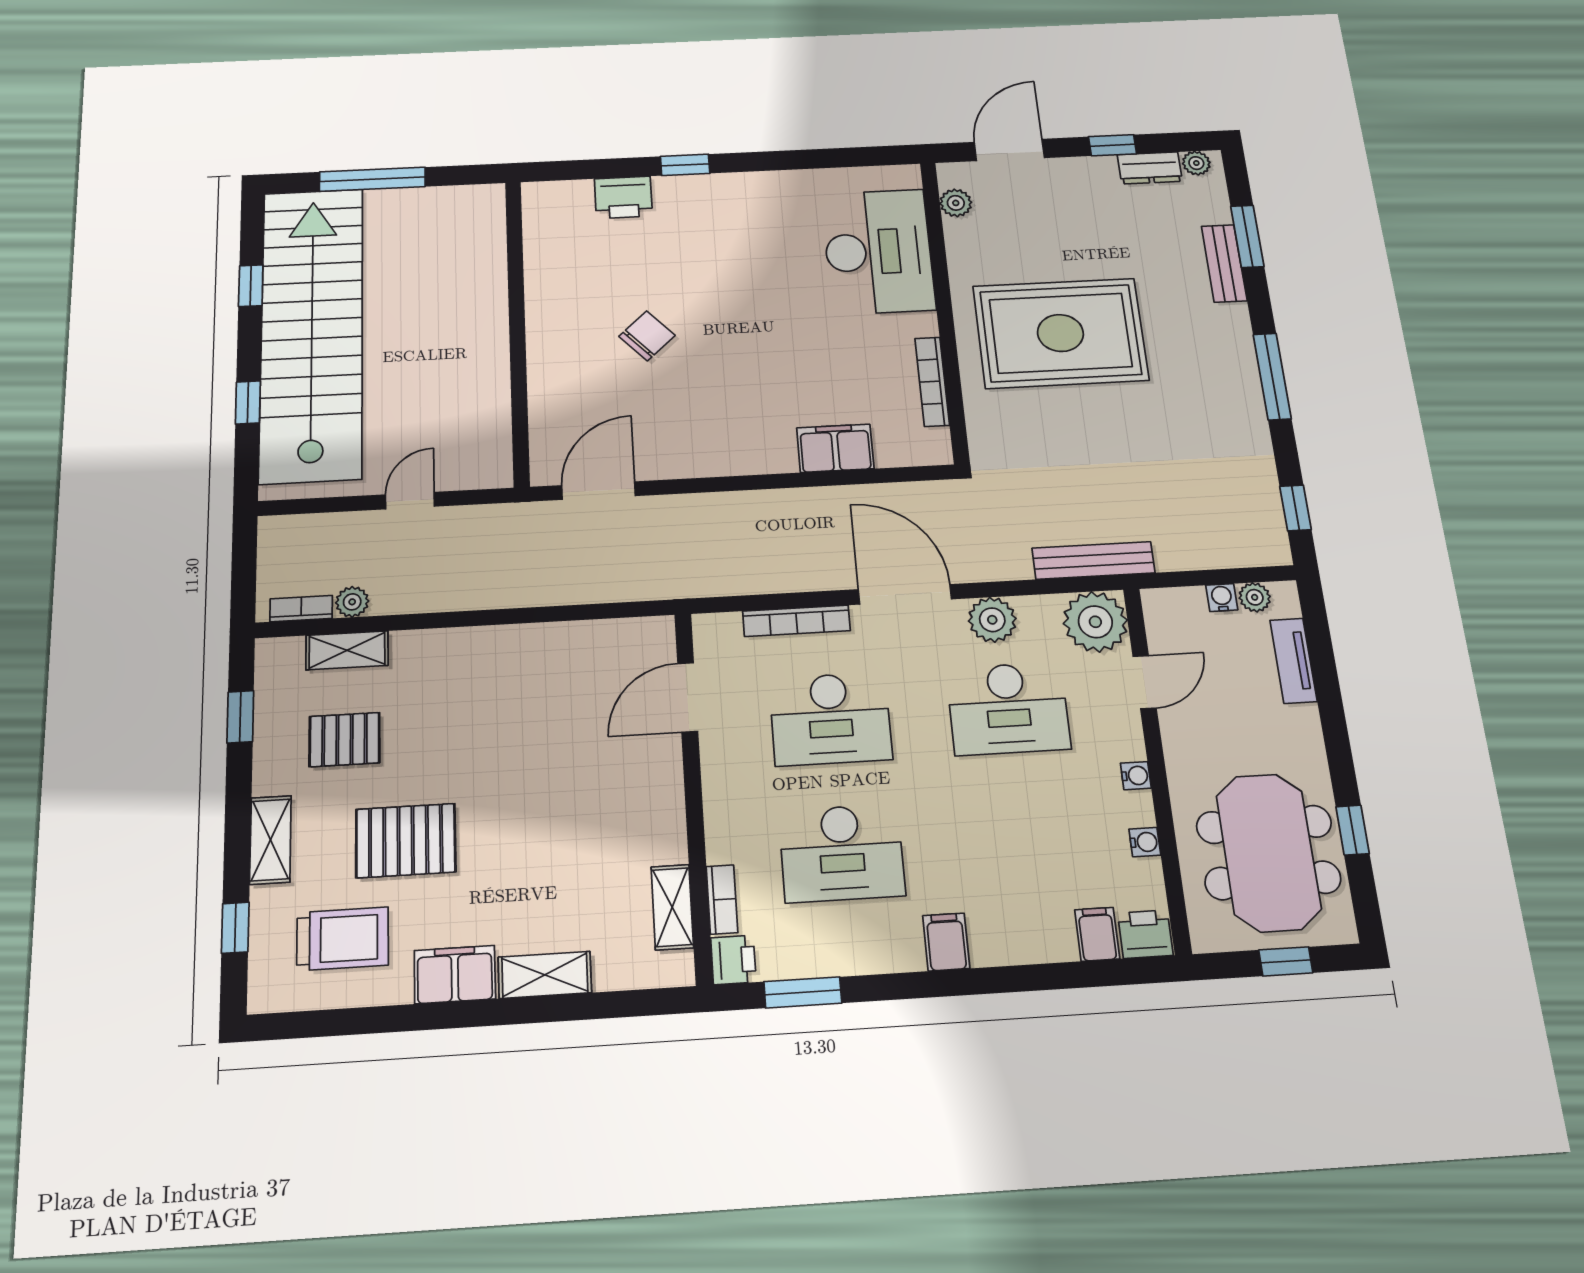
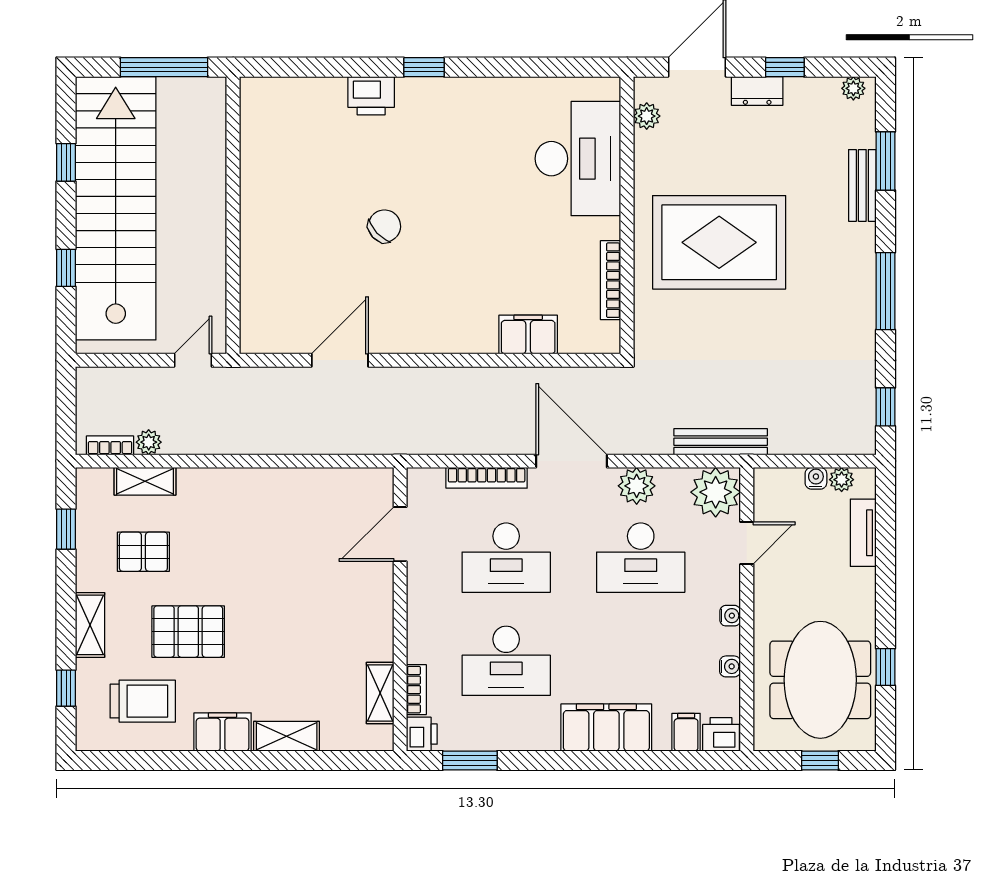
dresser: (1150, 168) -> (757, 91), moved
wall: (517, 330) -> (233, 215), moved
filing cabinet: (946, 942) -> (606, 727), width x3.00, depth x1.17

